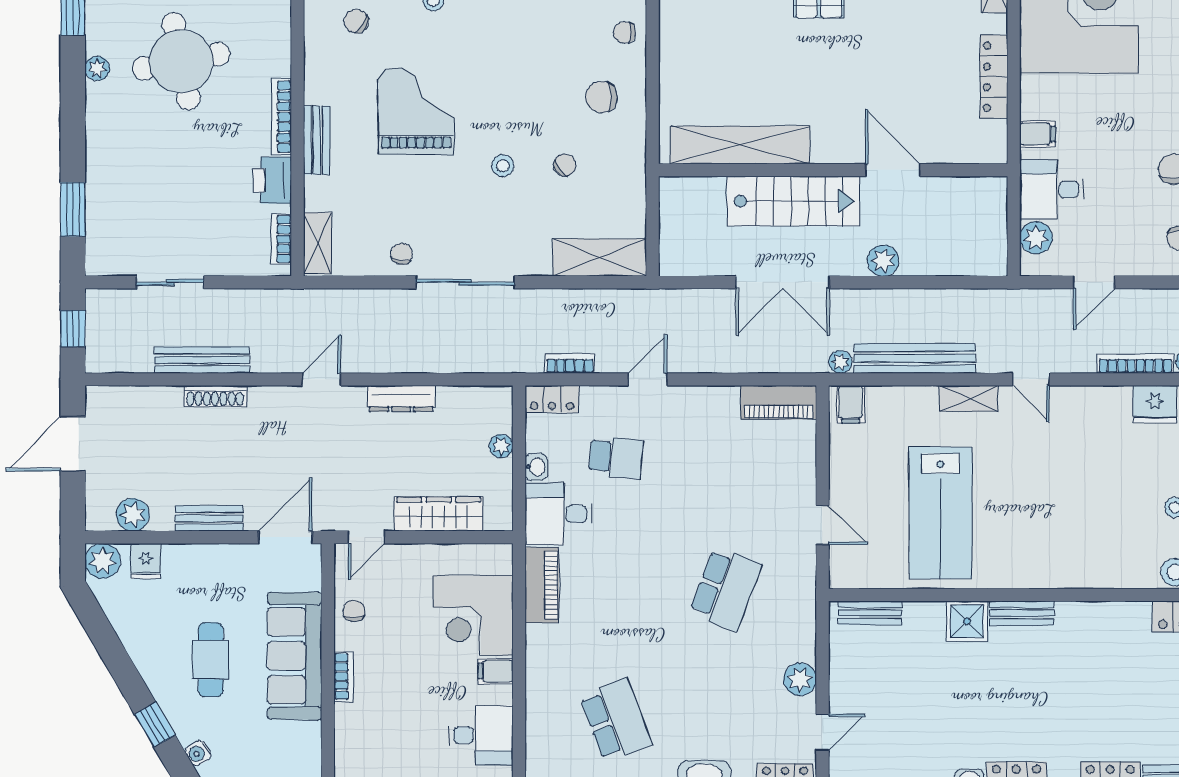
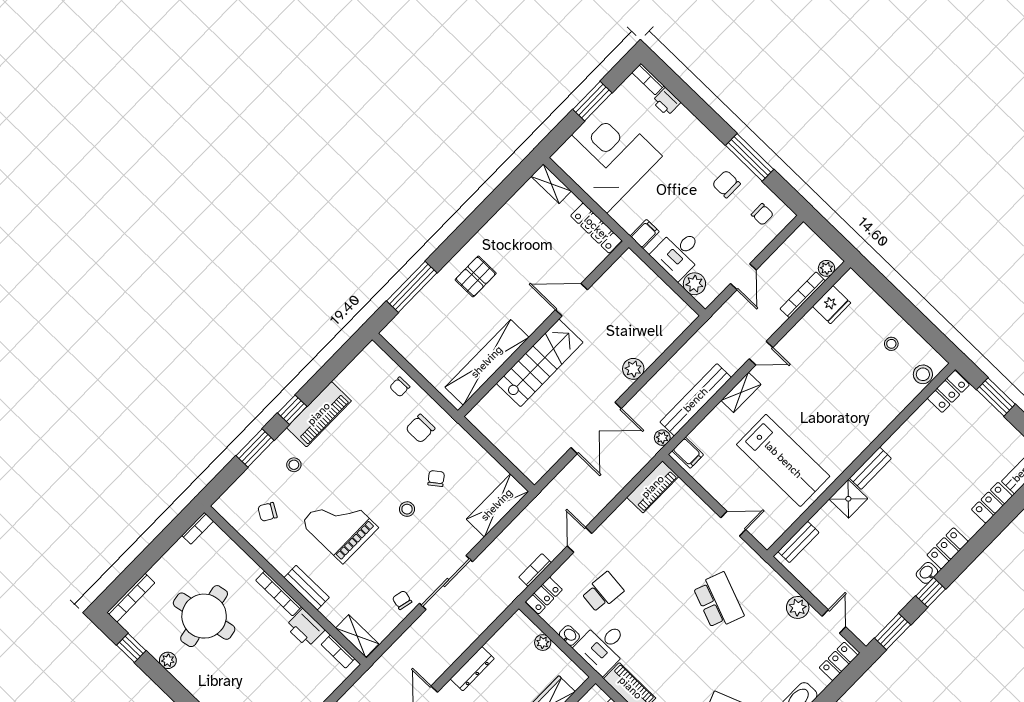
shelving: (740, 145) -> (487, 362), moved
wall: (833, 170) -> (543, 329), moved
door: (893, 170) -> (572, 300), moved
stairs: (793, 201) -> (540, 363), moved

